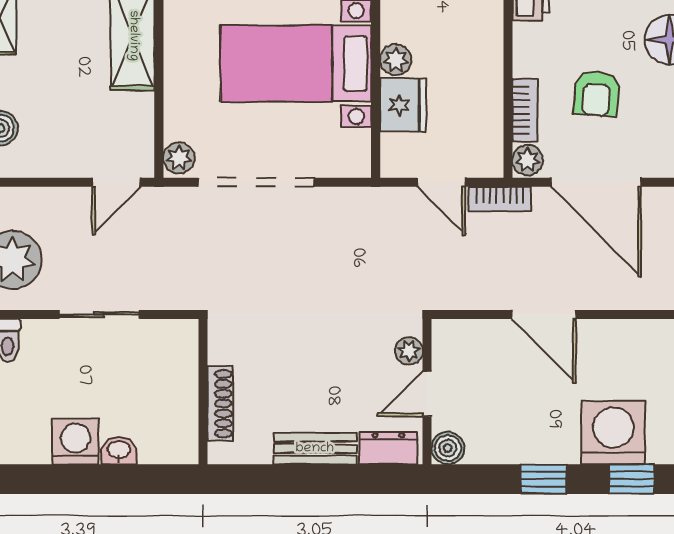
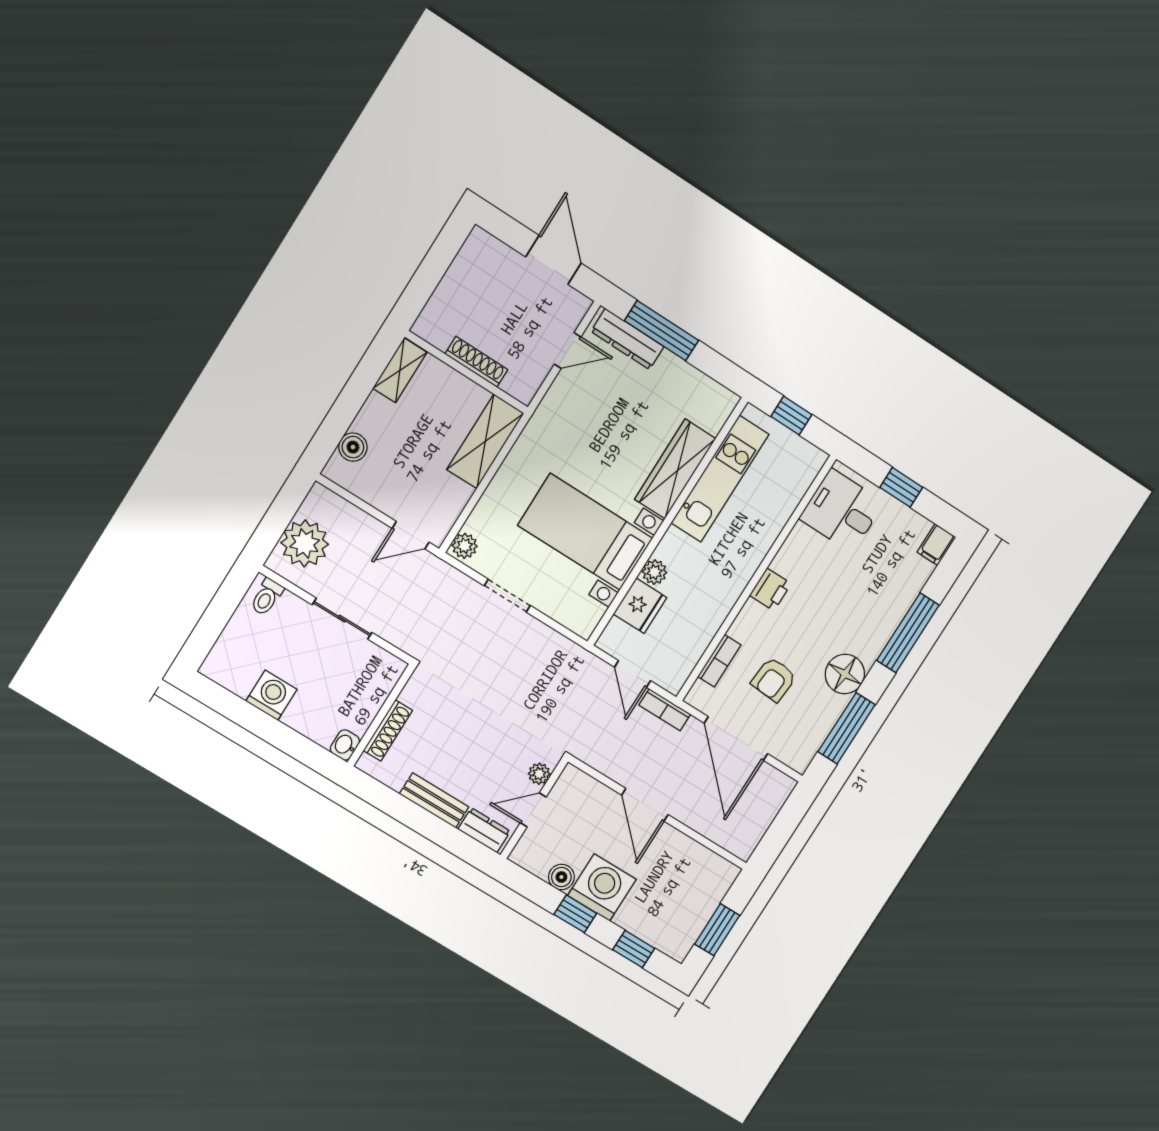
plant: (528, 160) -> (700, 695), removed
doorway: (256, 182) -> (507, 596), width x0.53
washing machine: (613, 433) -> (602, 887), moved
boiler: (448, 448) -> (561, 877), moved
washbasin: (119, 450) -> (345, 745), moved, turned -90

